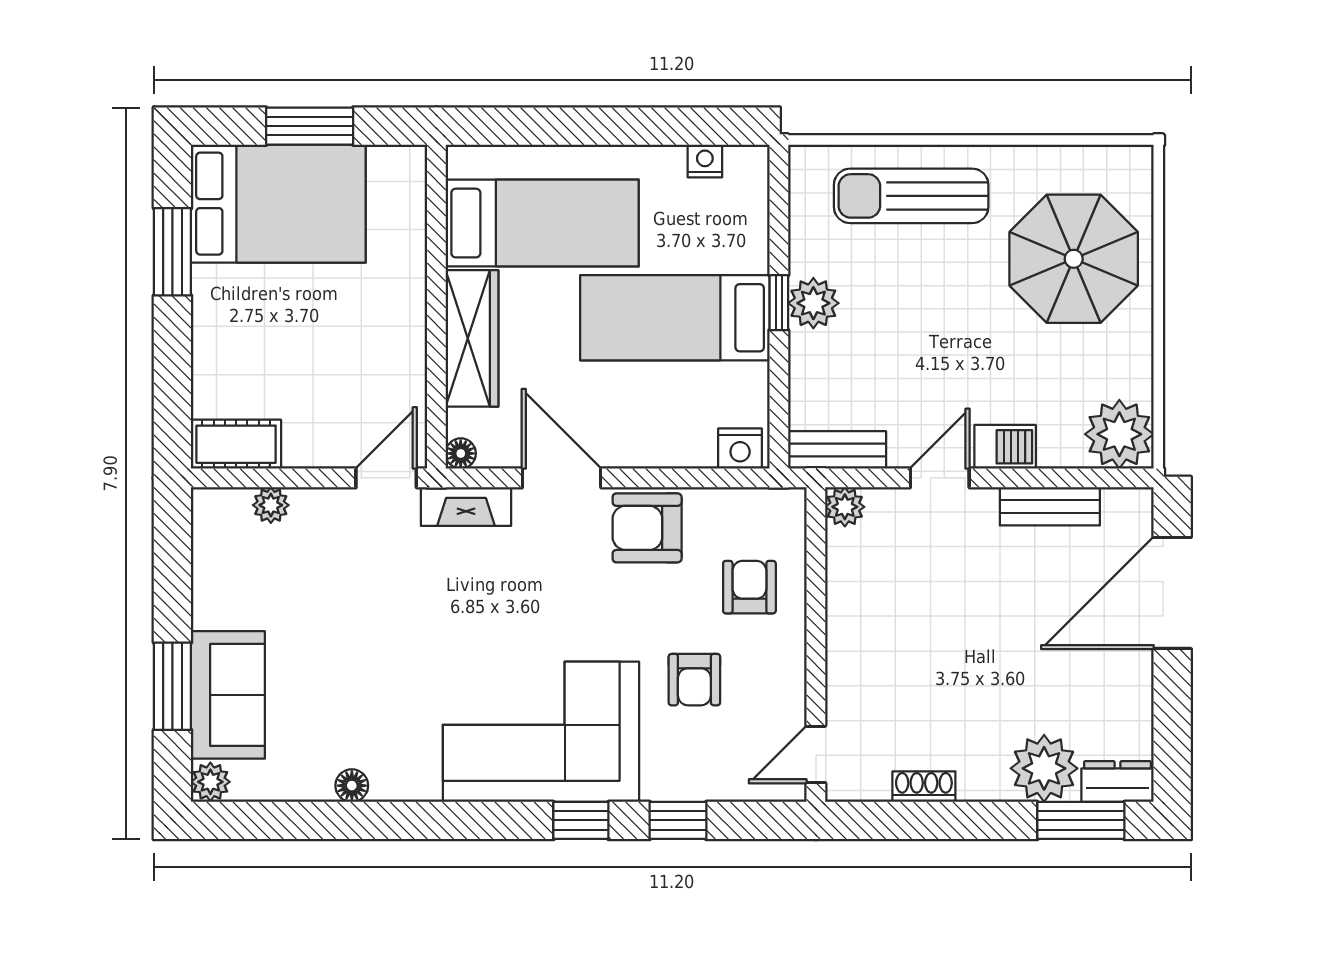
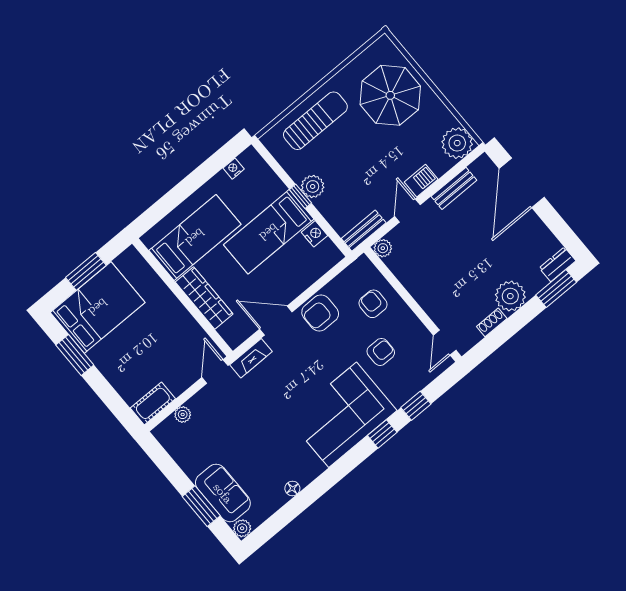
sun lounger: (911, 196) -> (315, 121), turned 180
nightstand: (740, 449) -> (314, 234), moved, turned -90
floor lamp: (461, 453) -> (234, 341), removed
armchair: (694, 680) -> (381, 352), turned -90
plant: (1044, 768) -> (510, 296), moved

